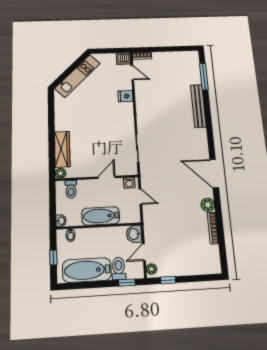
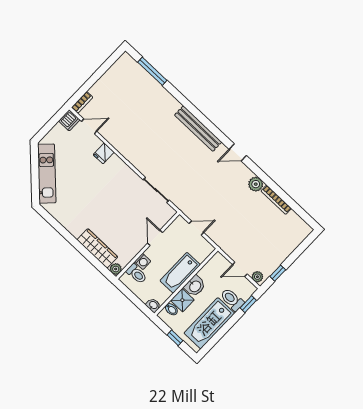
bench: (198, 106) -> (198, 129), moved
door: (214, 173) -> (238, 152), width x0.53
washing machine: (129, 183) -> (143, 261), moved
washbasin: (134, 234) -> (195, 286), moved, turned -90
shower: (84, 236) -> (182, 300), added
door: (144, 252) -> (240, 269), hinge flipped

